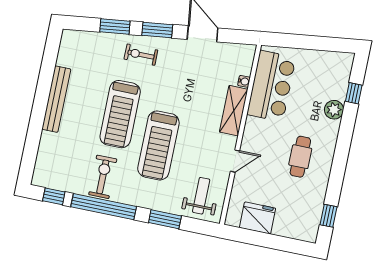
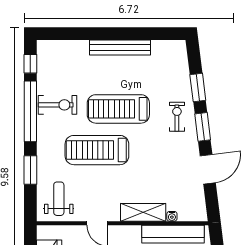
weight bench: (201, 196) -> (59, 199), turned -90

